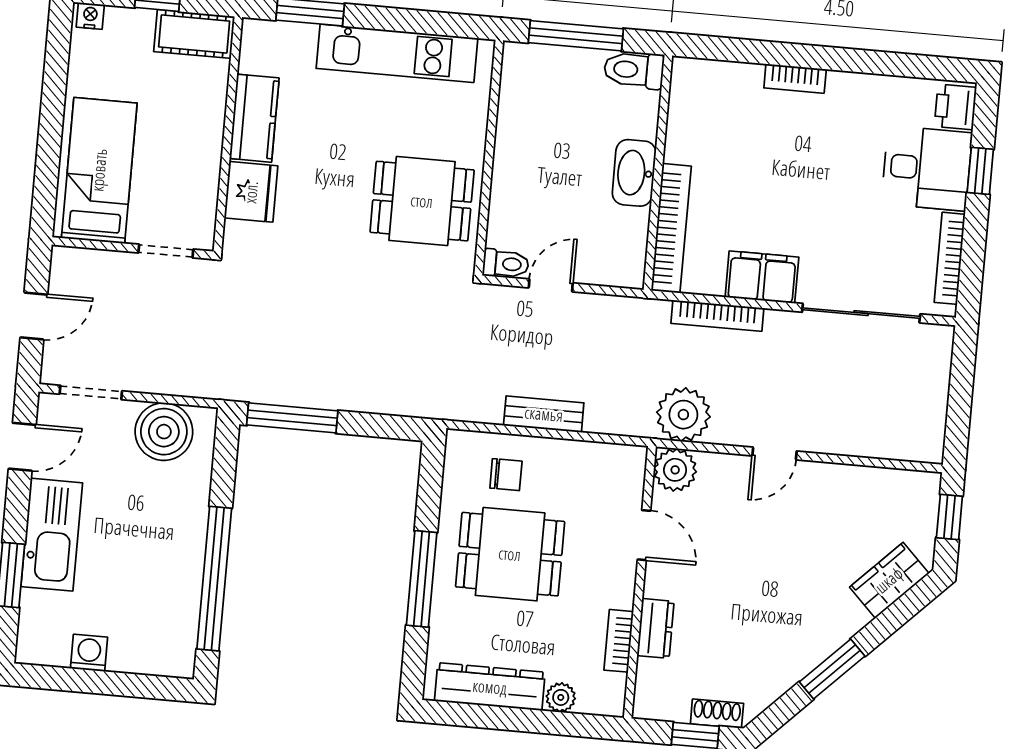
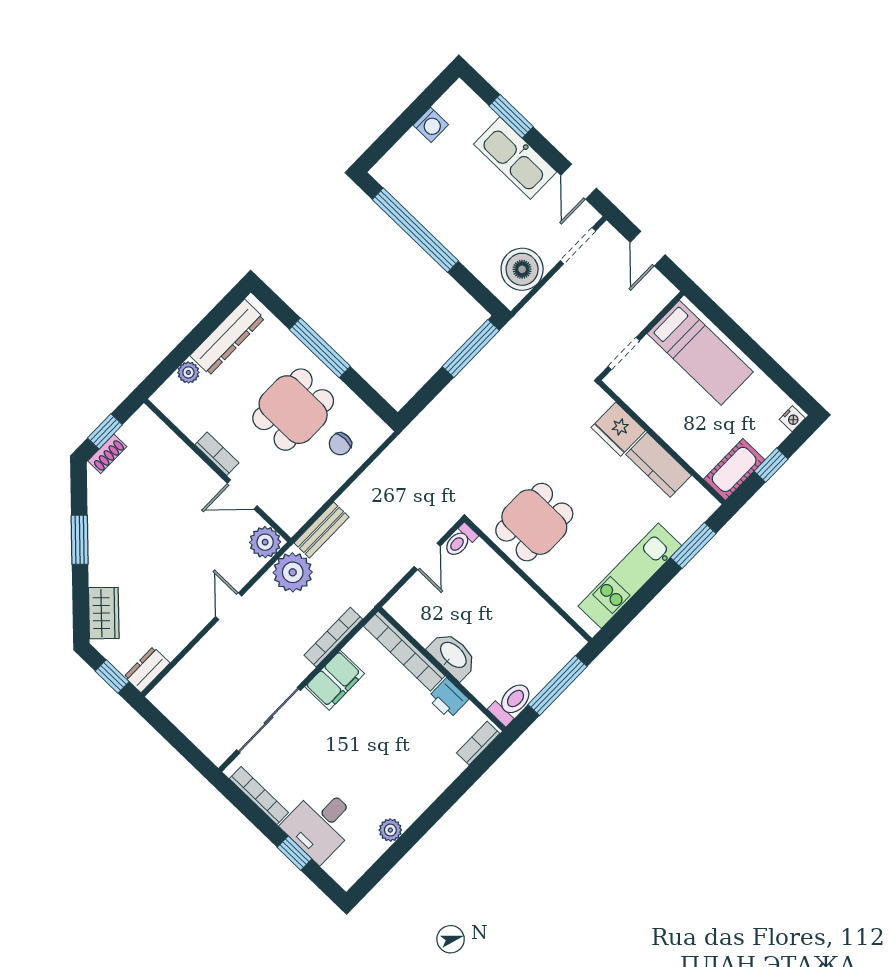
bookcase: (795, 79) -> (478, 743), moved
plant: (873, 89) -> (390, 830), added
printer: (955, 107) -> (448, 699), moved, turned 180
bench: (544, 414) -> (321, 530), moved
dresser: (656, 628) -> (147, 670), moved, turned 90
bookcase: (619, 641) -> (217, 454), moved

